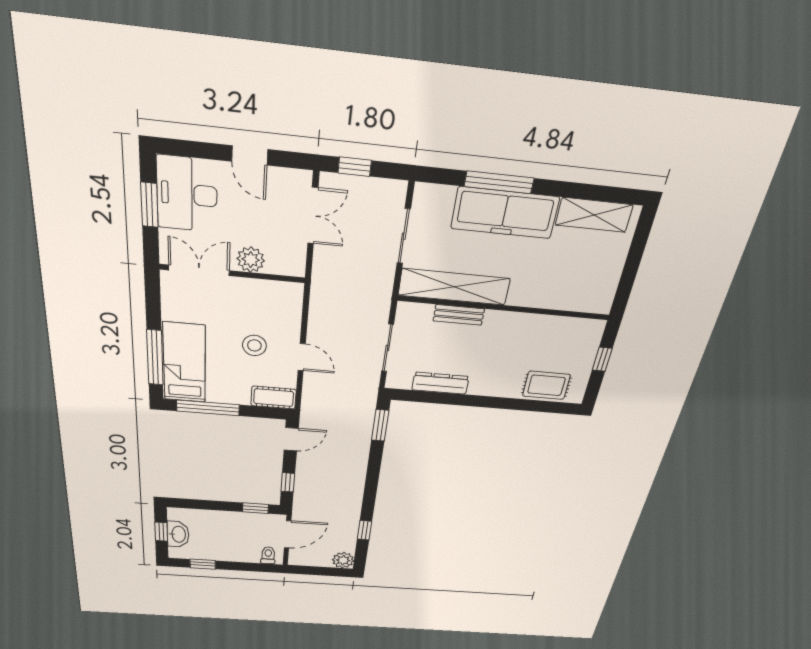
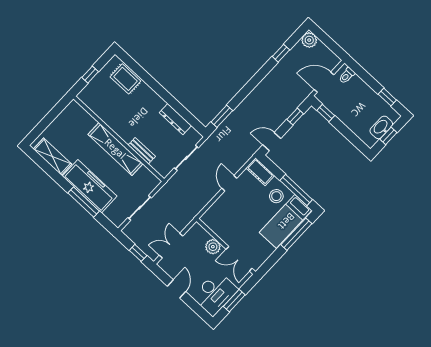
shelving: (454, 287) -> (115, 149), moved
stool: (254, 345) -> (276, 196), moved

